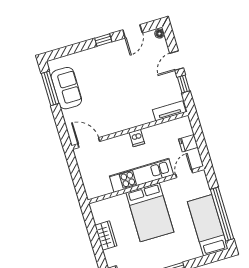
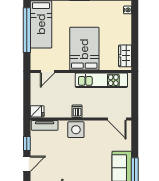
side table: (132, 116) -> (76, 130), added
fridge: (188, 143) -> (37, 111), moved
kitchen unit: (141, 175) -> (101, 80), moved
wardrobe: (106, 236) -> (125, 56), moved

